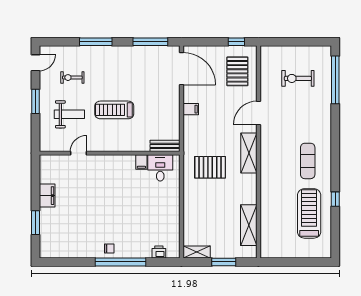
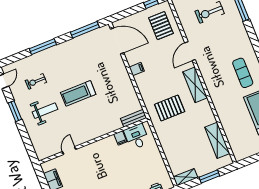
bench: (165, 146) -> (133, 118), moved
door: (78, 153) -> (69, 151), moved
wall: (110, 153) -> (93, 141), moved
filing cabinet: (141, 162) -> (120, 138), moved
desk: (160, 168) -> (137, 137), moved

